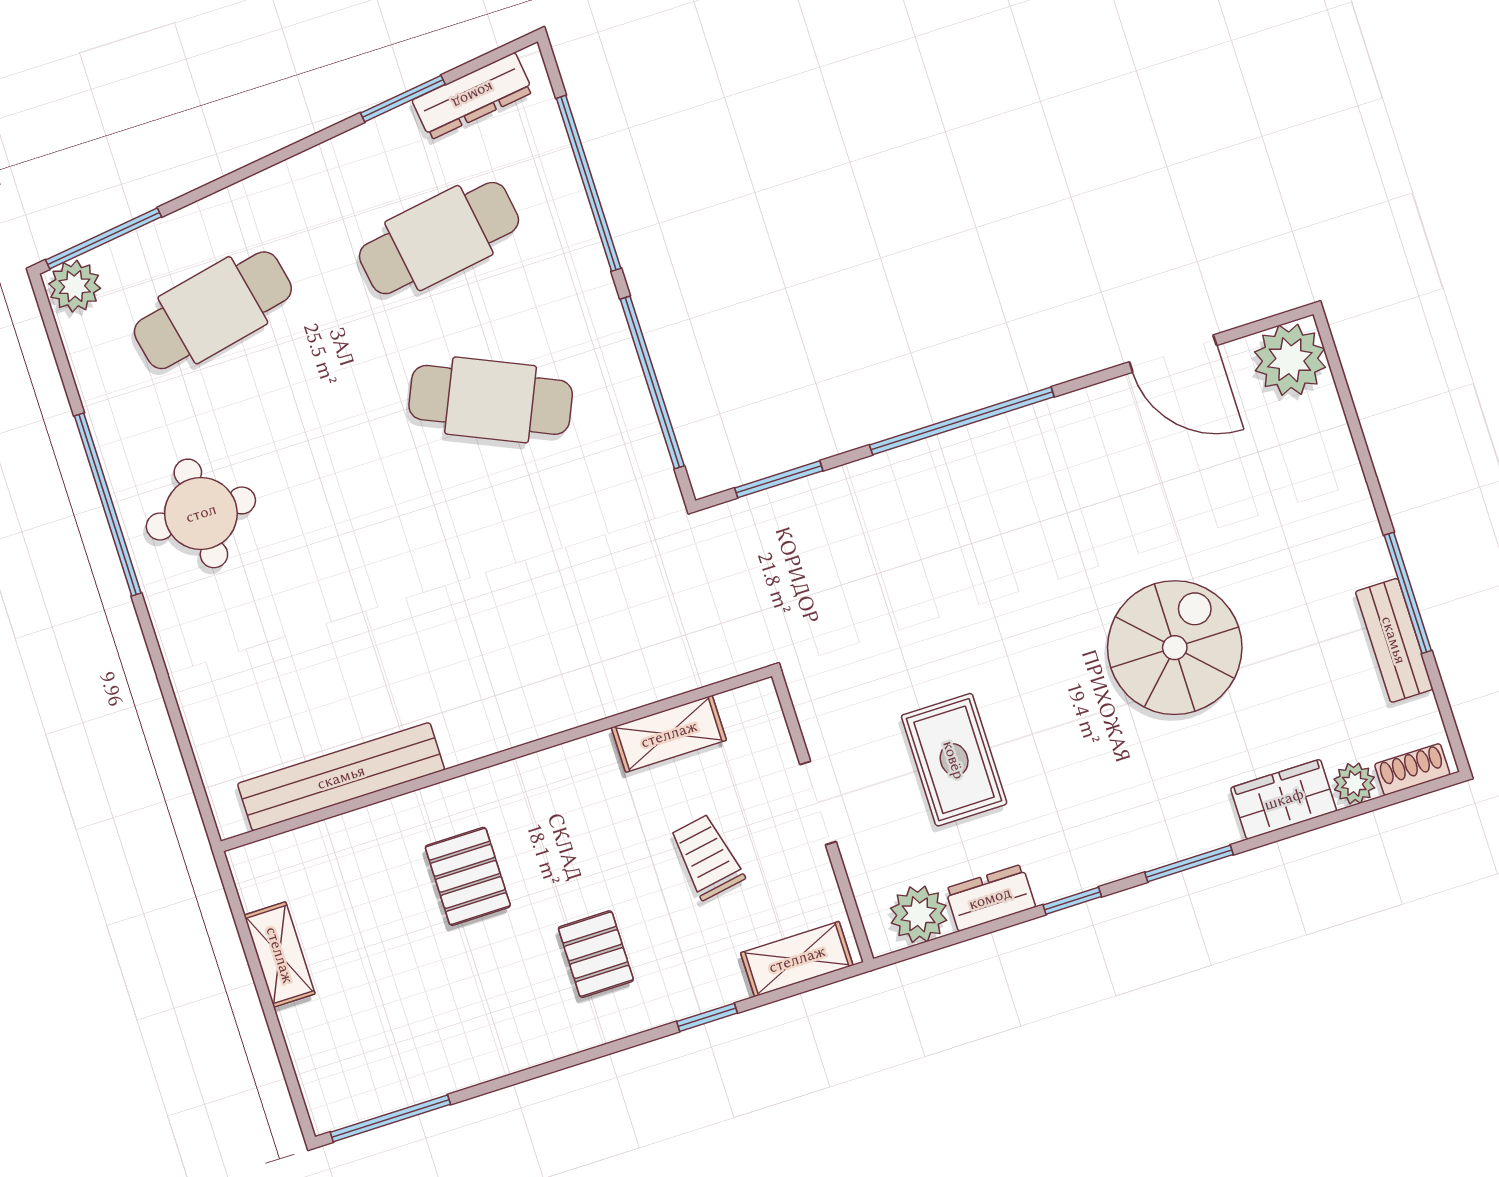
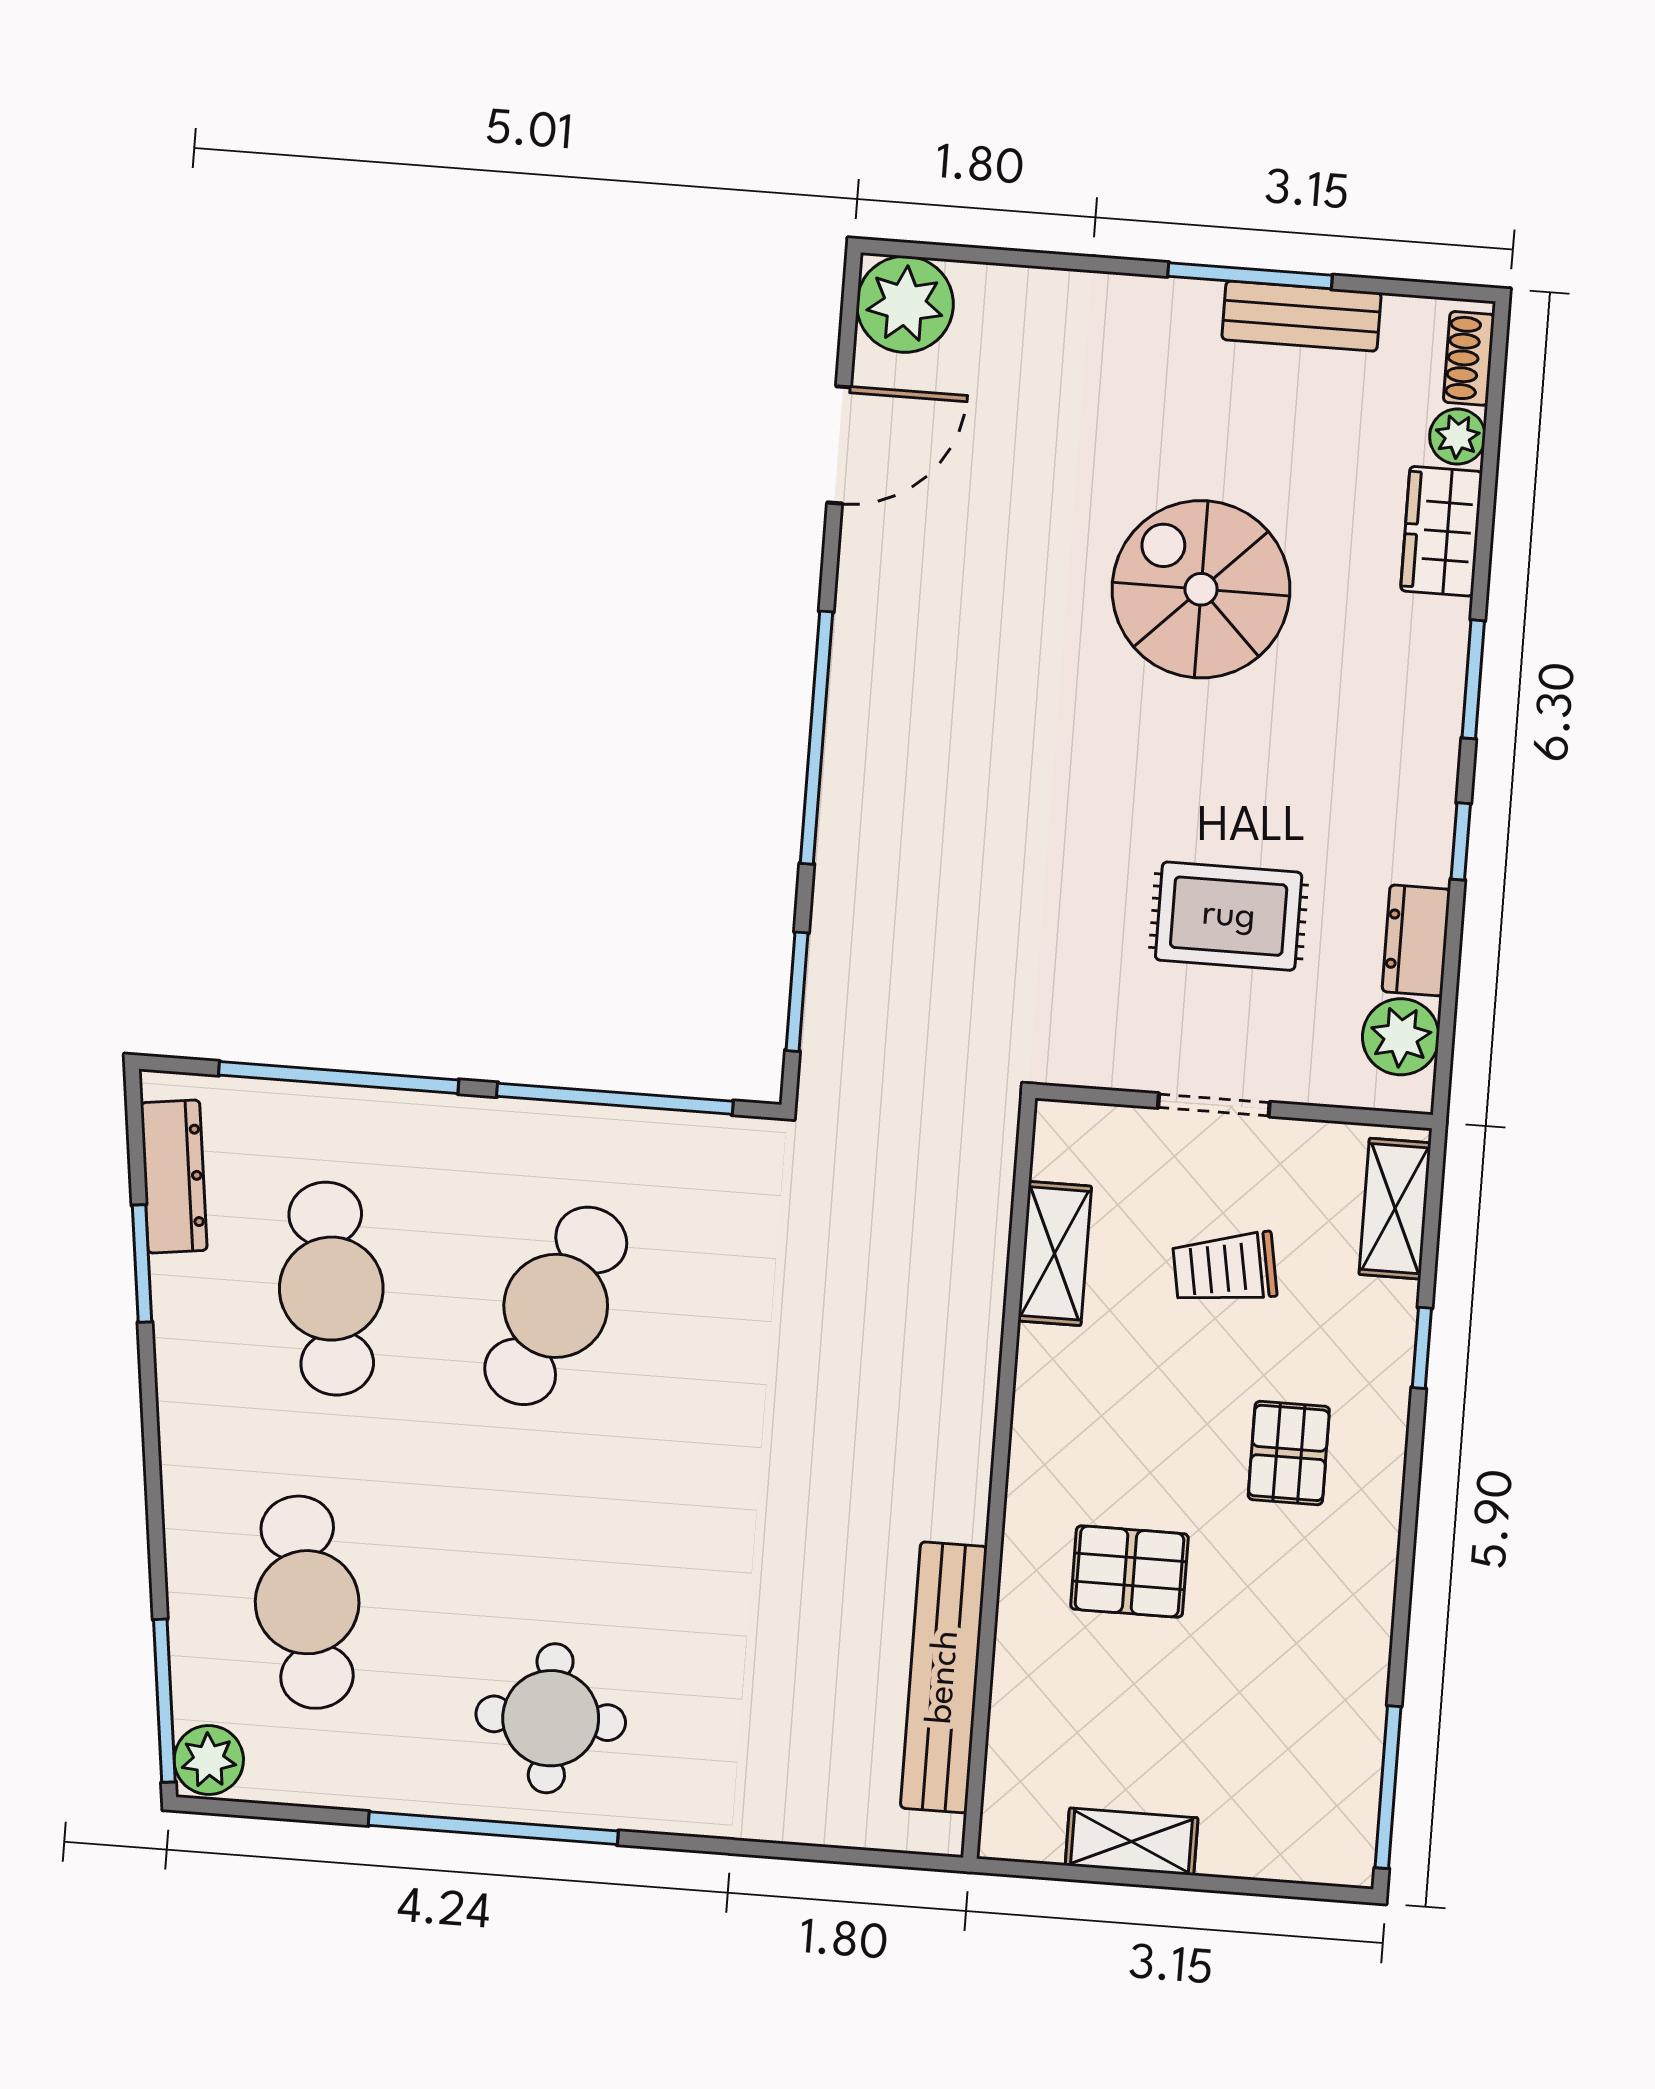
pallet: (596, 954) -> (1289, 1453), turned 90

